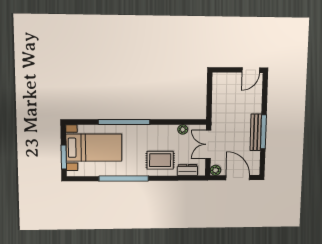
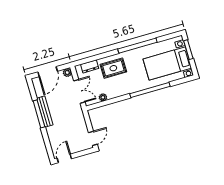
door: (210, 84) -> (93, 138), added
door: (238, 178) -> (48, 72), hinge flipped

